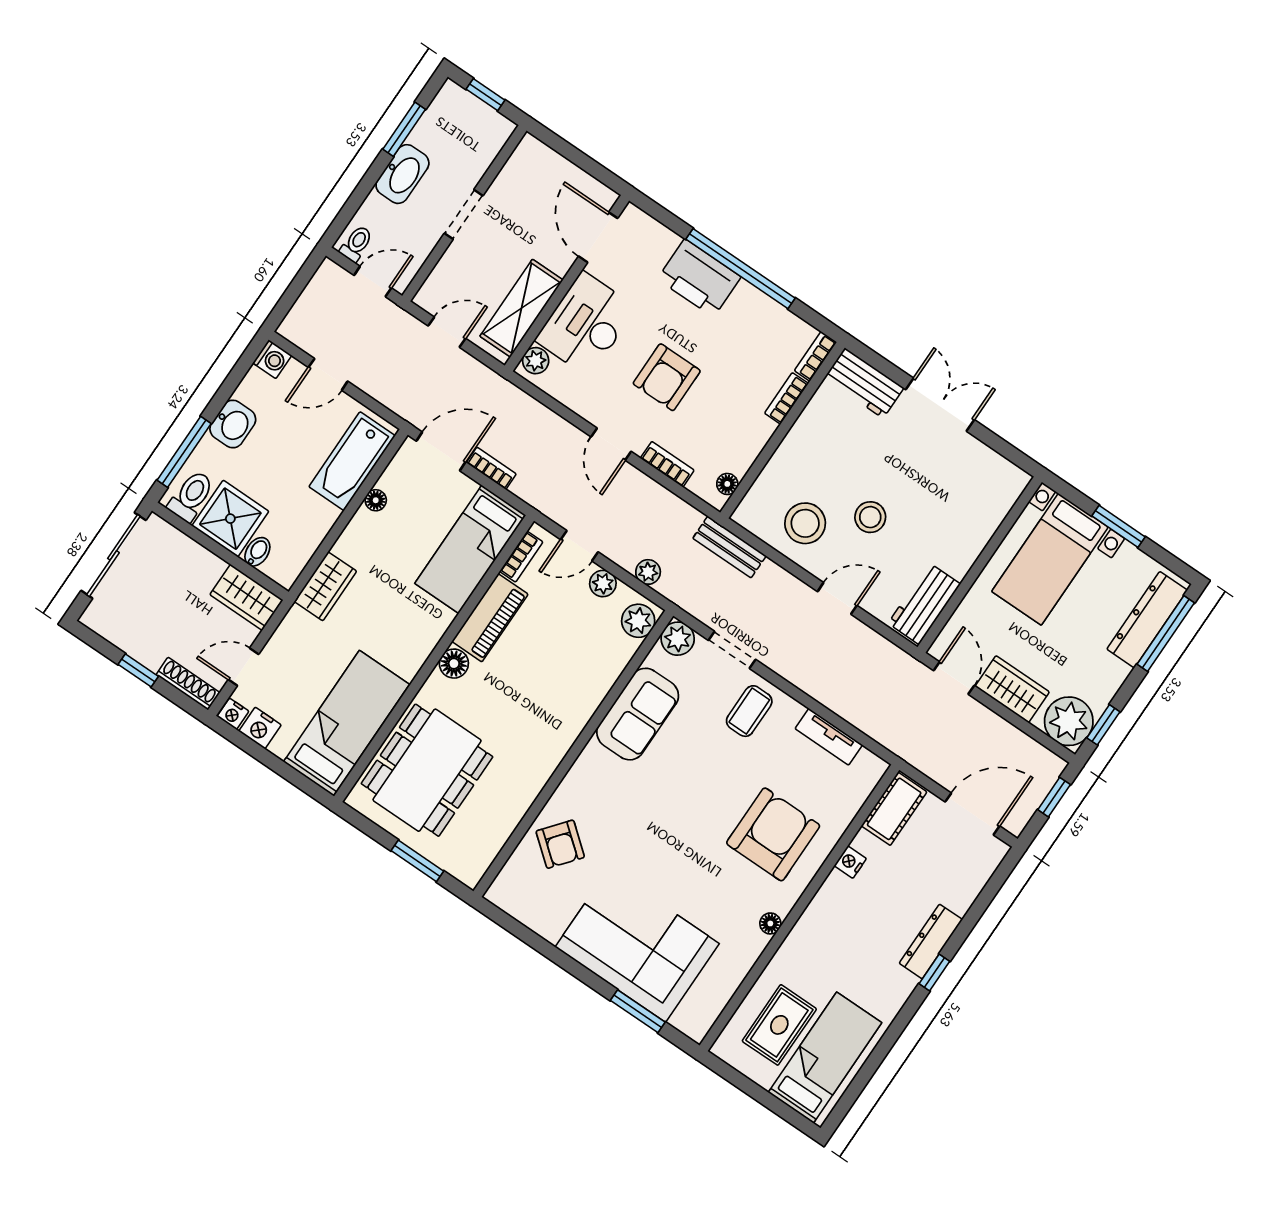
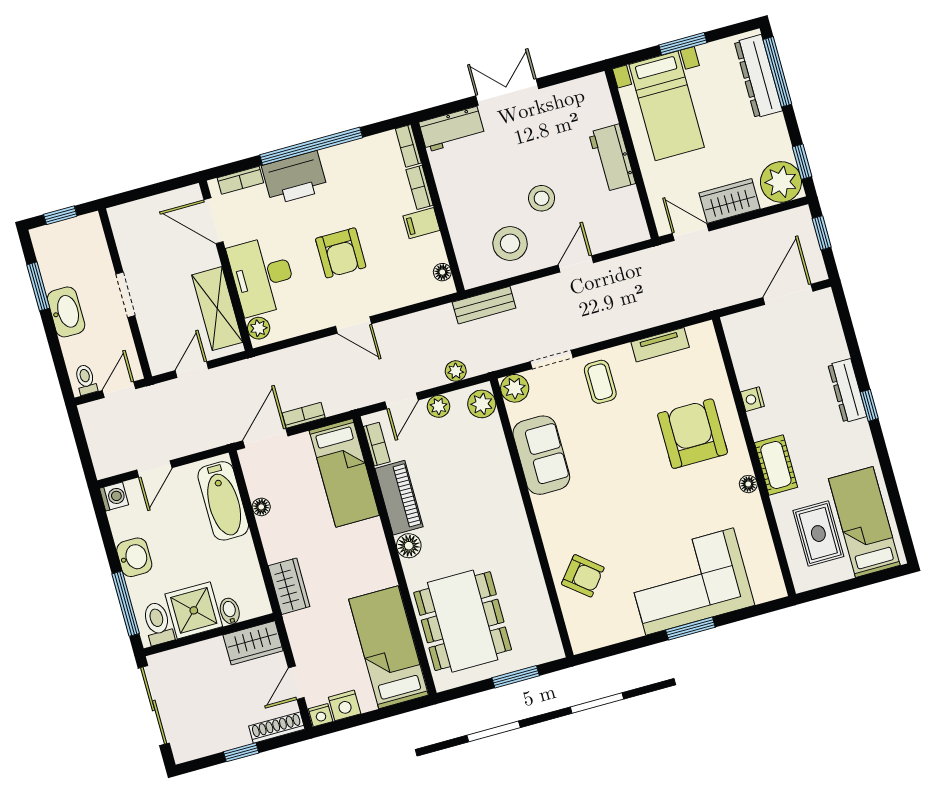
filing cabinet: (756, 428) -> (421, 223), added
bookcase: (667, 464) -> (240, 180), moved, turned 180
workbench: (924, 604) -> (612, 158), moved
cot: (894, 809) -> (776, 465), moved
window: (638, 1011) -> (690, 629), moved

